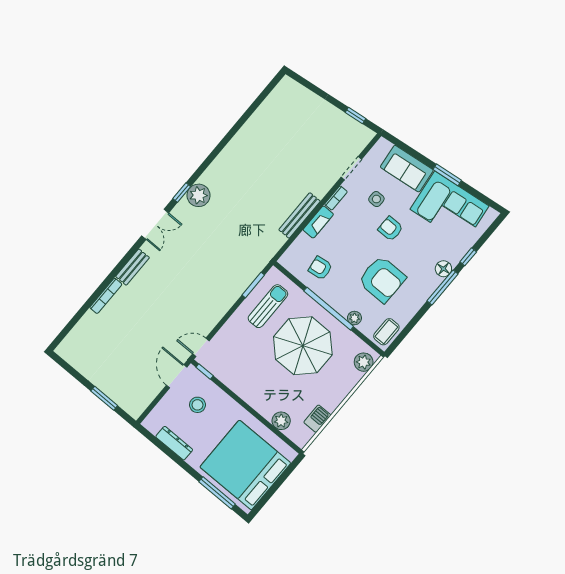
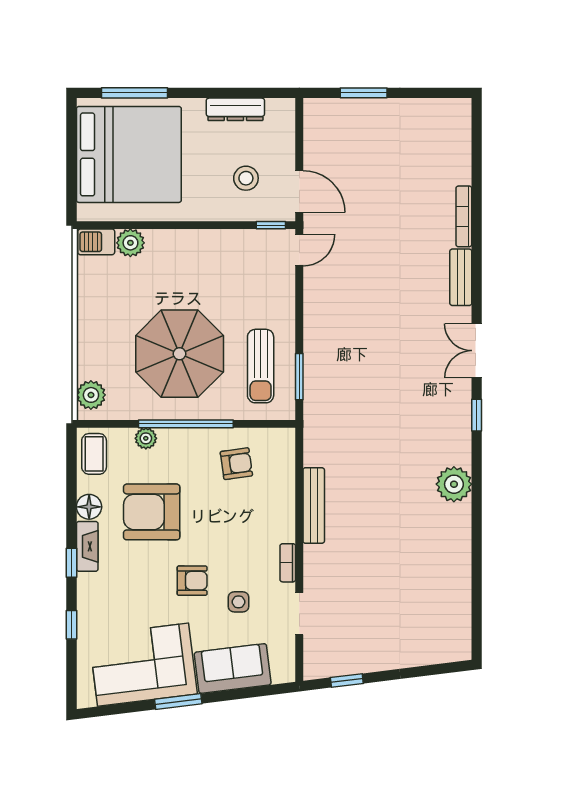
plant: (199, 195) -> (454, 484), moved
fireplace: (318, 222) -> (87, 546), moved, turned 180
floor lamp: (443, 269) -> (89, 507), moved
window: (443, 287) -> (72, 563), width x0.46
barbecue: (317, 419) -> (96, 242), moved, turned 90

